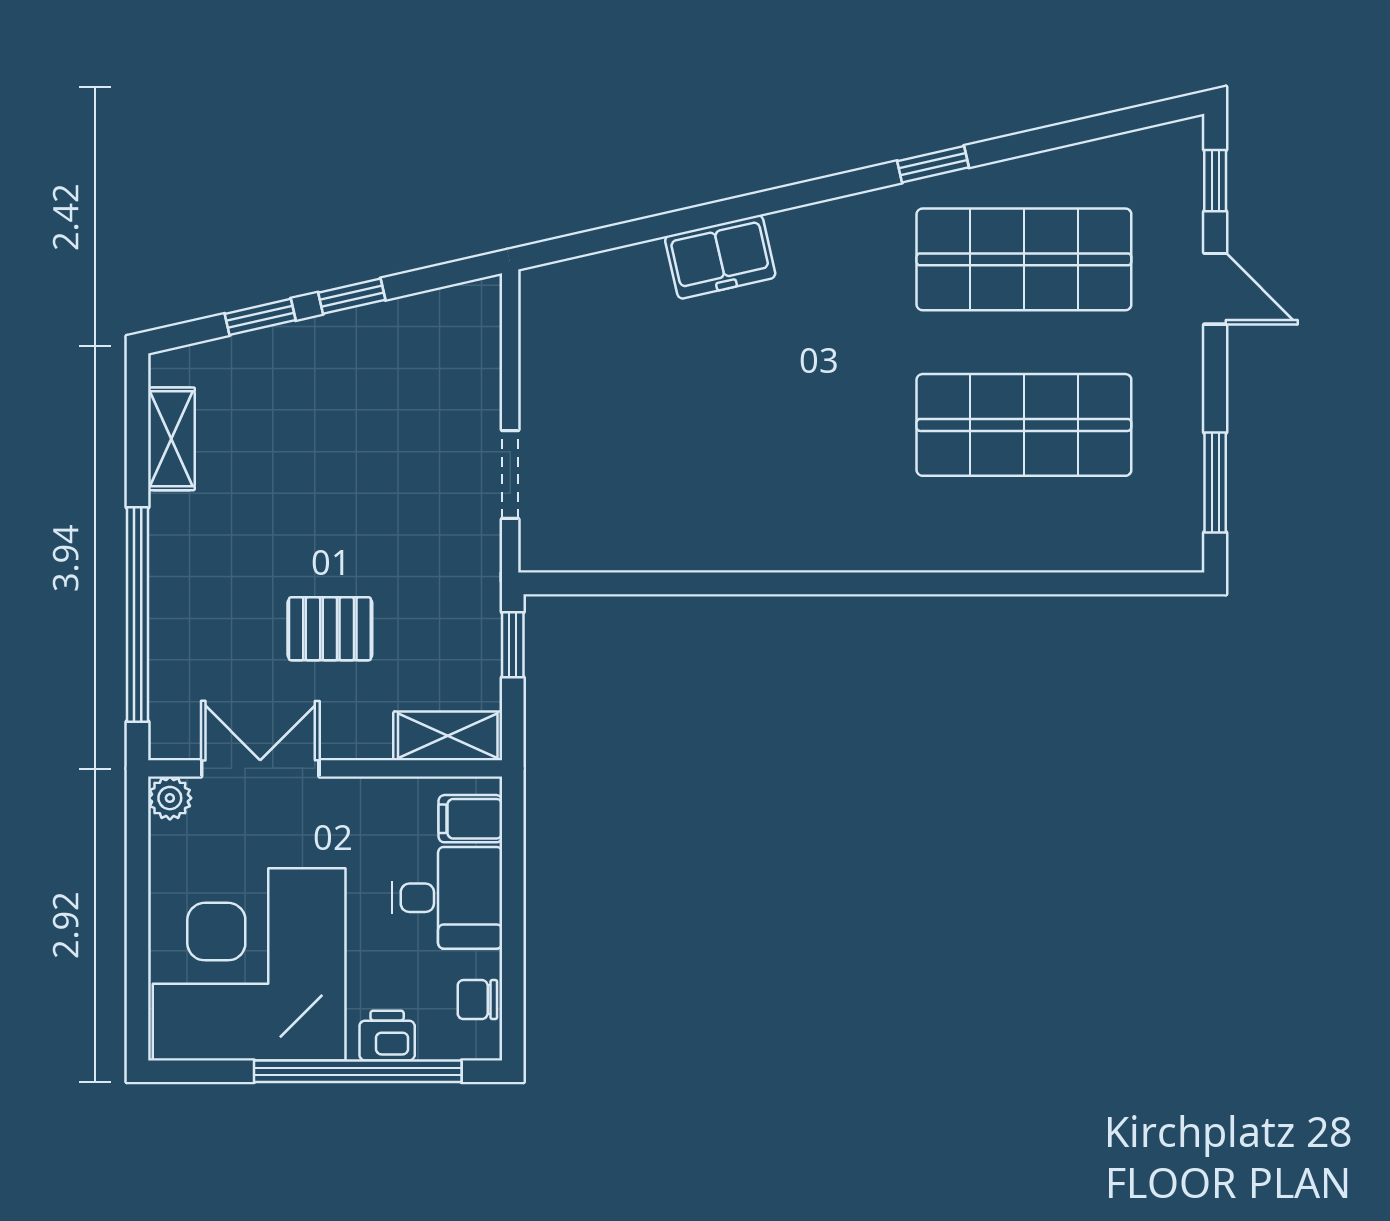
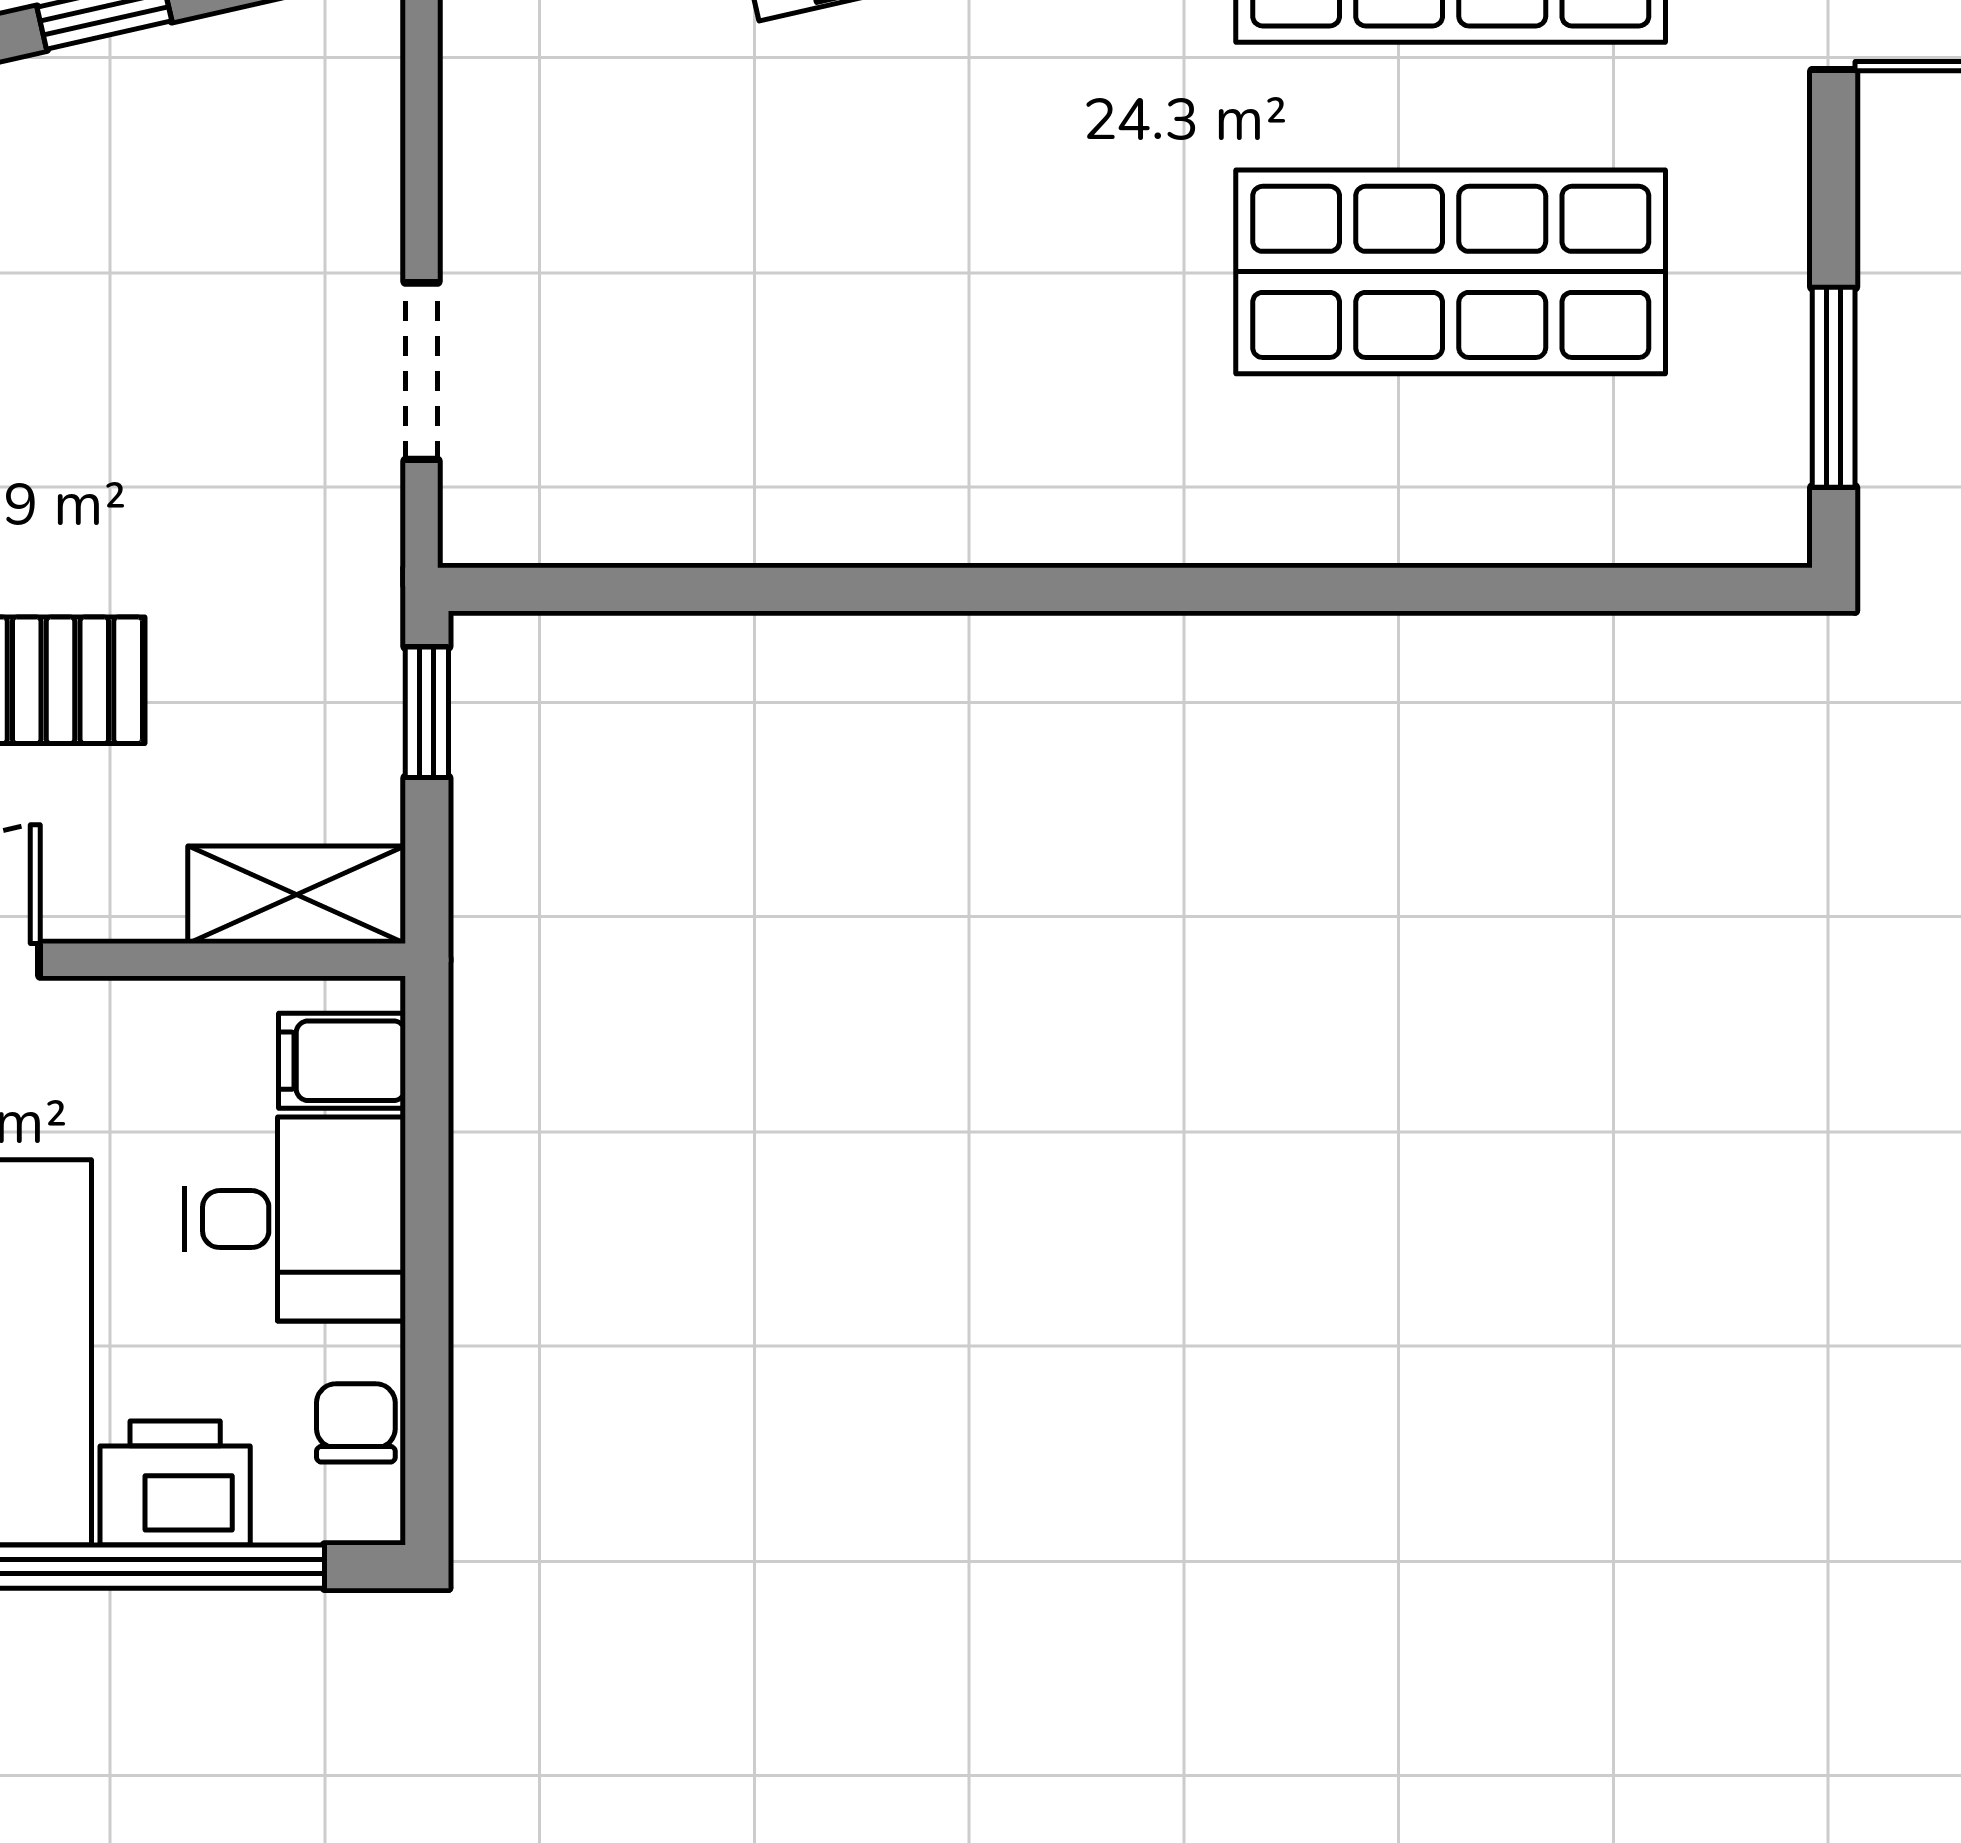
chair: (477, 1000) -> (356, 1423), turned 90
printer: (387, 1036) -> (175, 1483), width x1.36, depth x1.24

